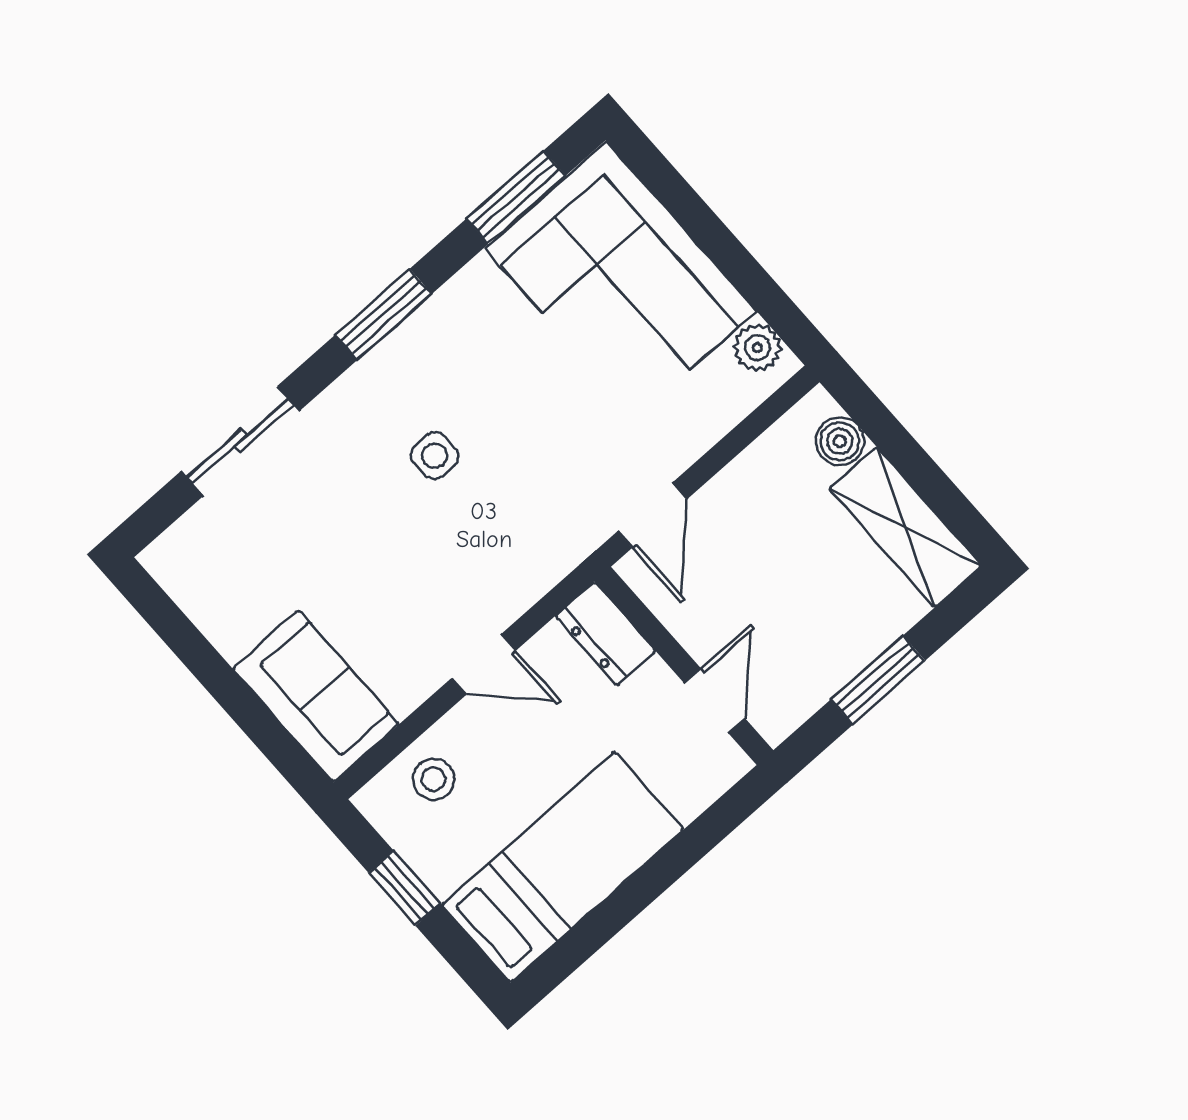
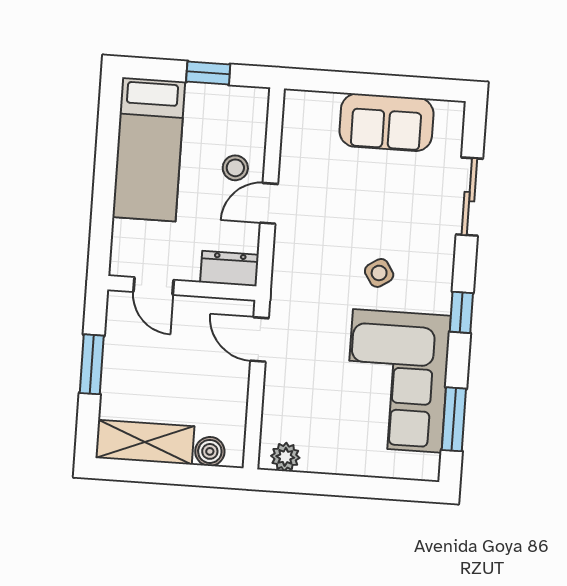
corner sofa: (621, 280) -> (397, 381), moved, turned -90
window: (384, 314) -> (461, 312), width x0.67
side table: (435, 456) -> (379, 273), turned -33
sofa: (316, 696) -> (386, 122), moved
stool: (433, 779) -> (235, 168), moved

